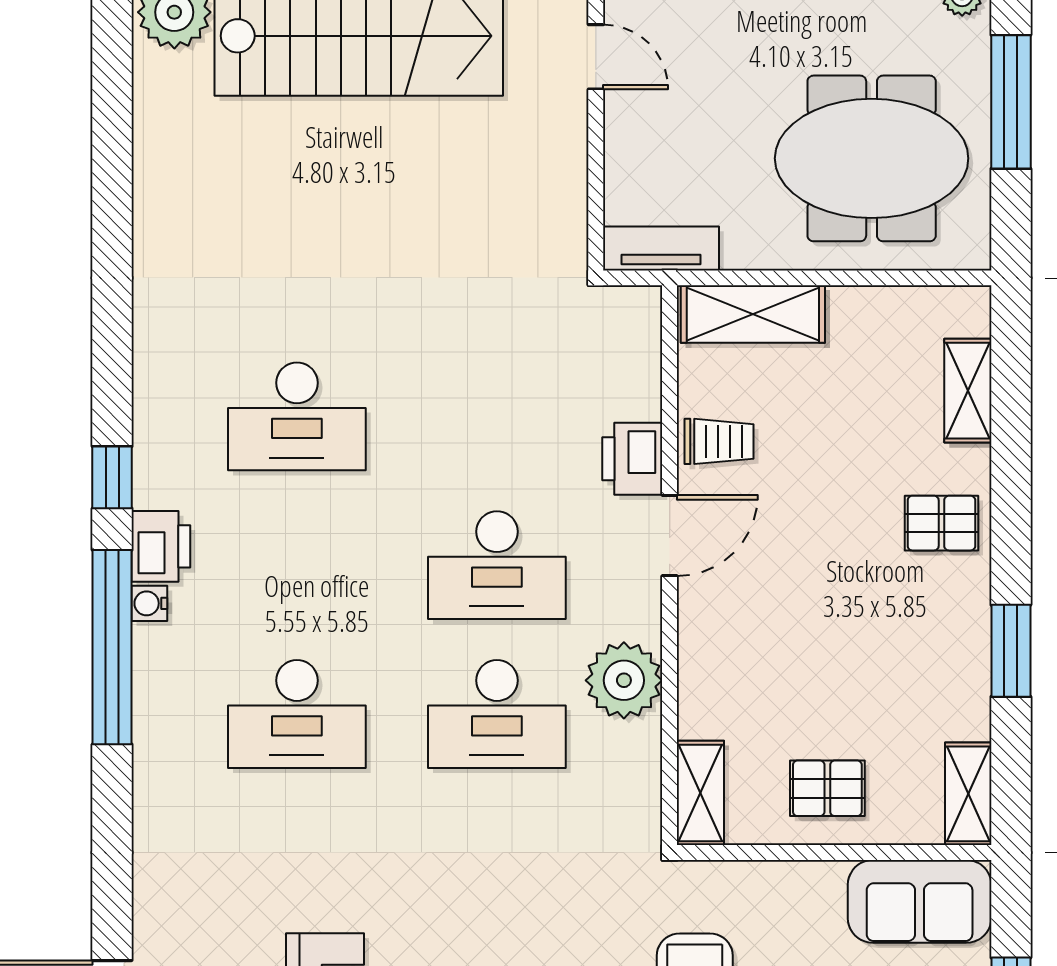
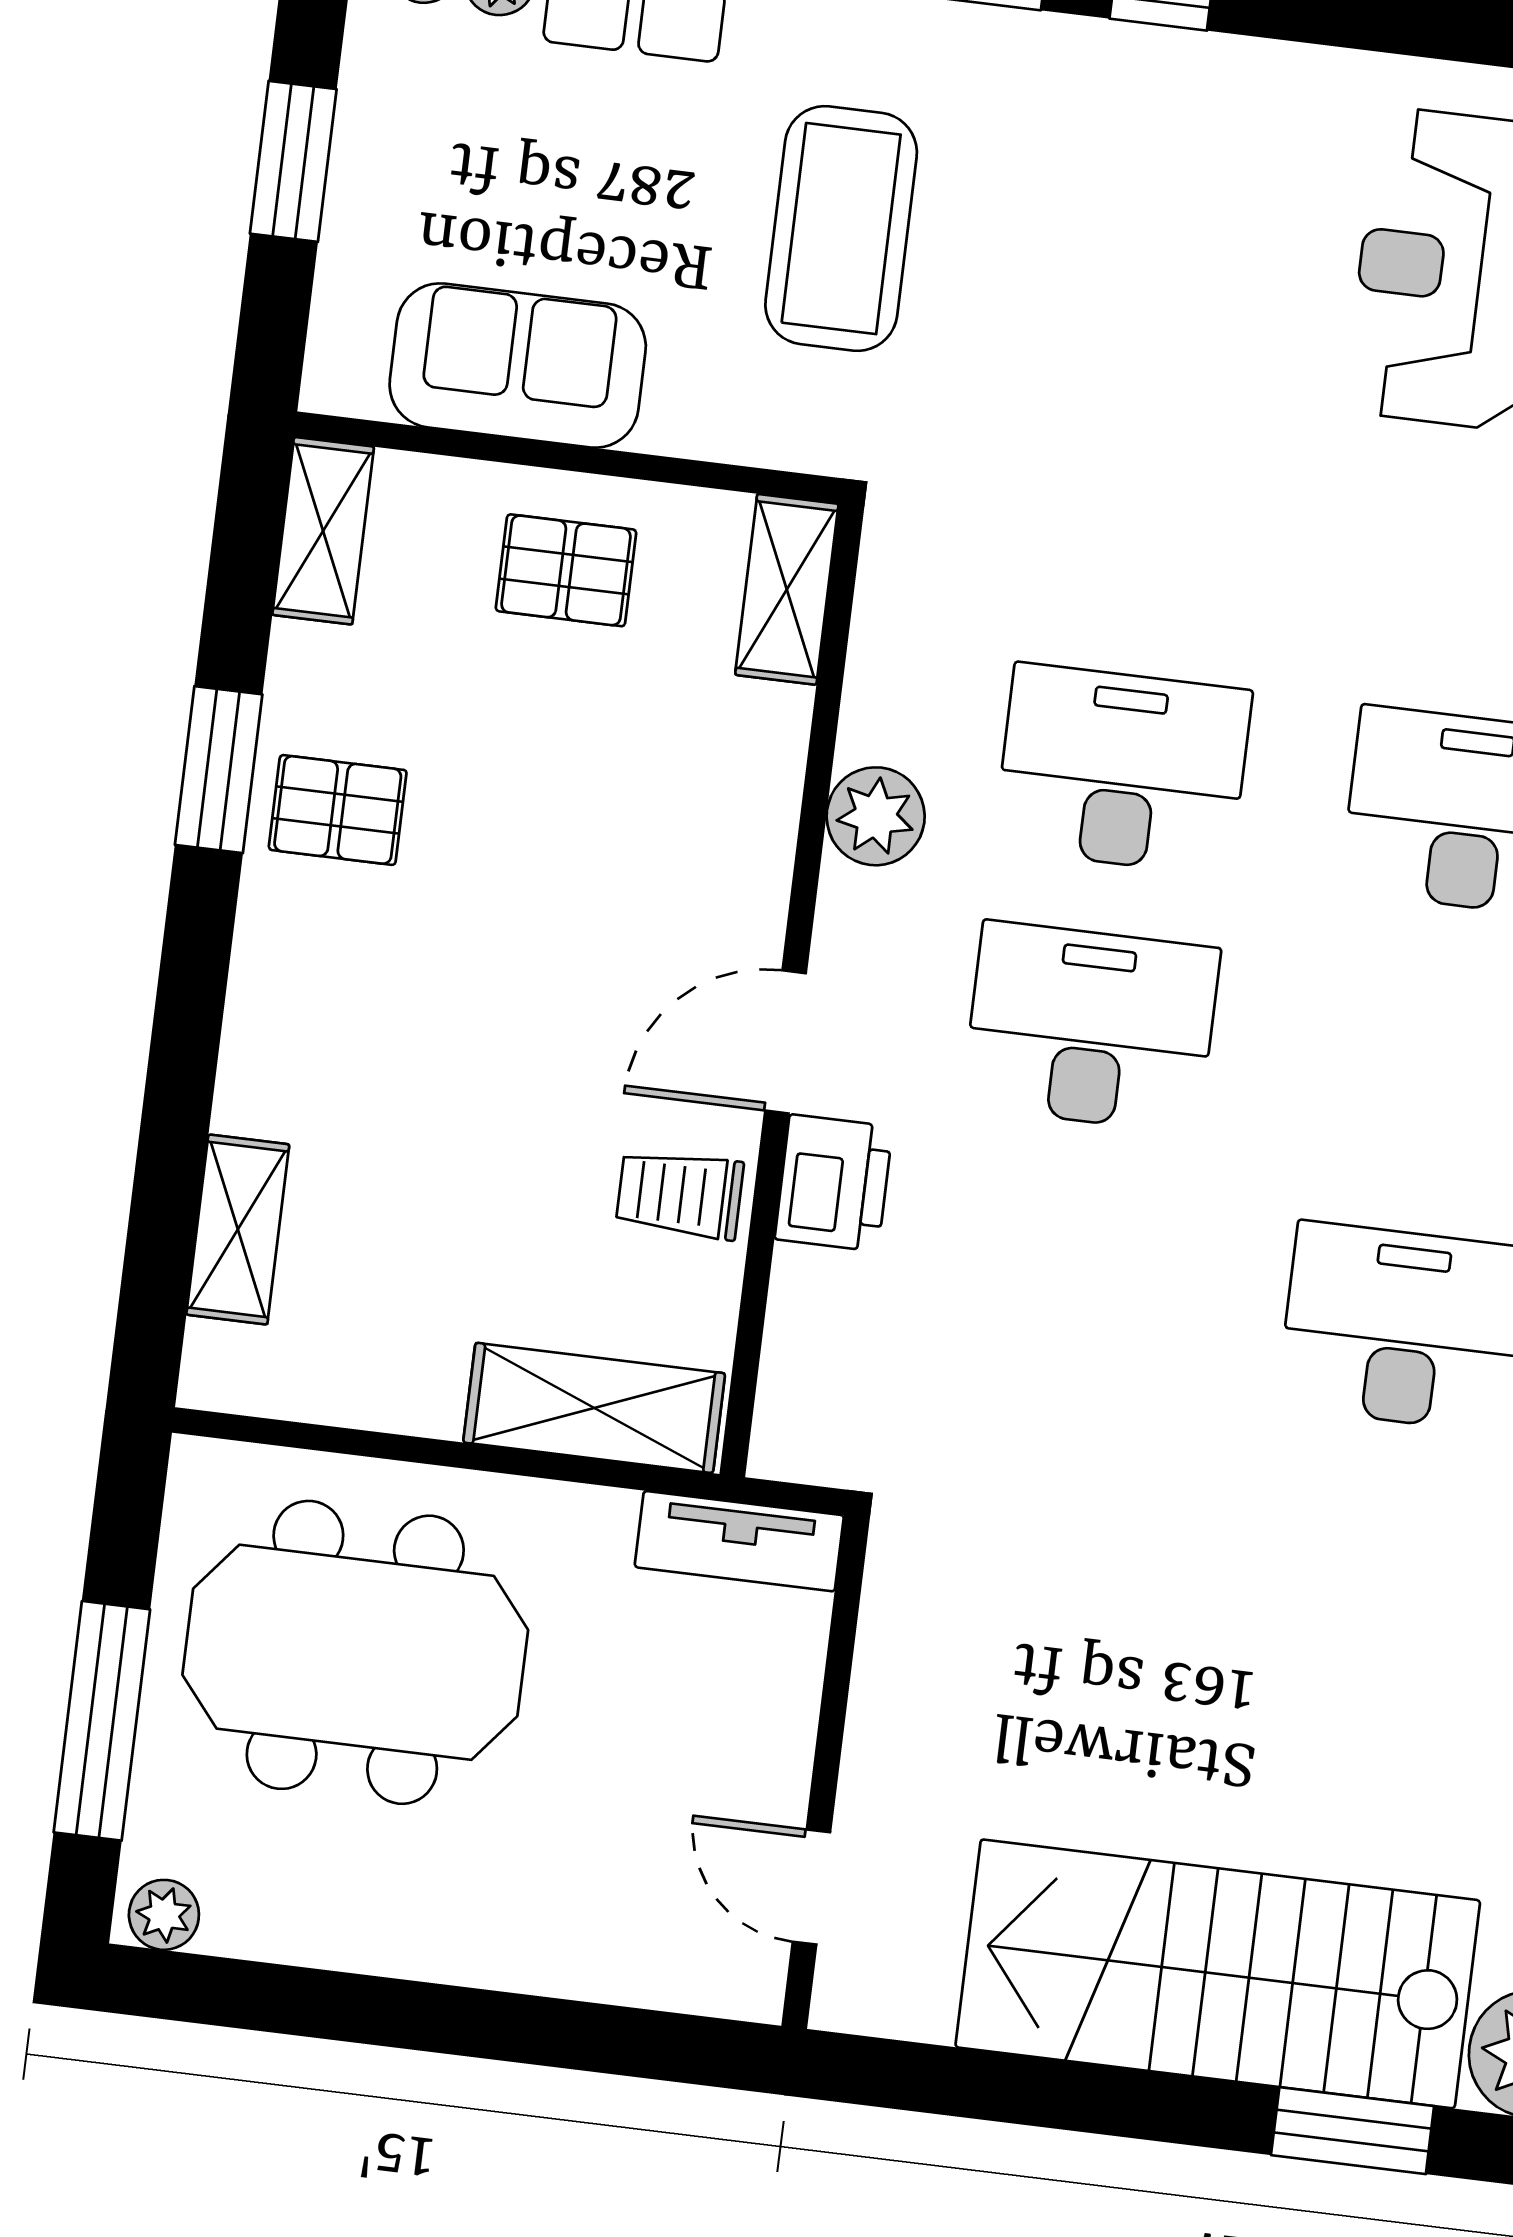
pallet: (941, 523) -> (338, 810), moved
plant: (624, 680) -> (876, 816), width x0.73, depth x0.73
sofa: (920, 901) -> (518, 366), moved

